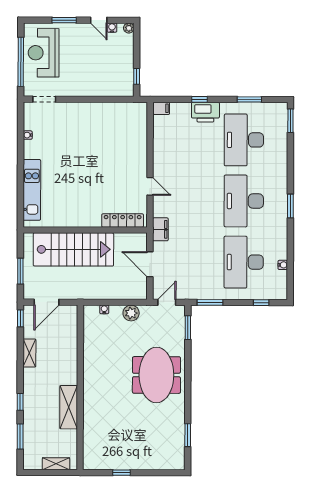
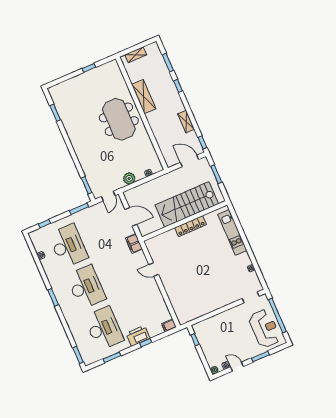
locker: (123, 221) -> (191, 226), moved
door: (46, 302) -> (189, 161), hinge flipped
meeting table: (156, 375) -> (119, 119), moved

